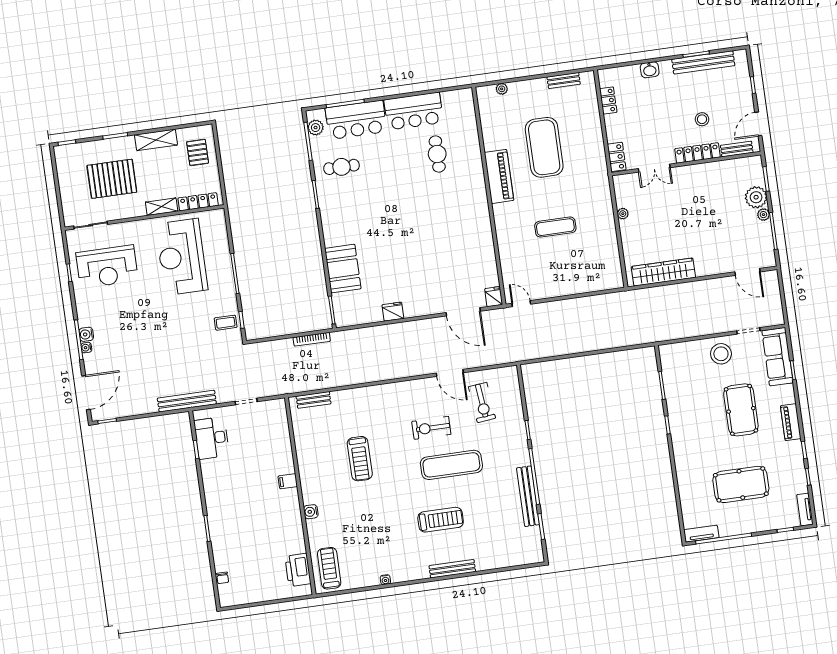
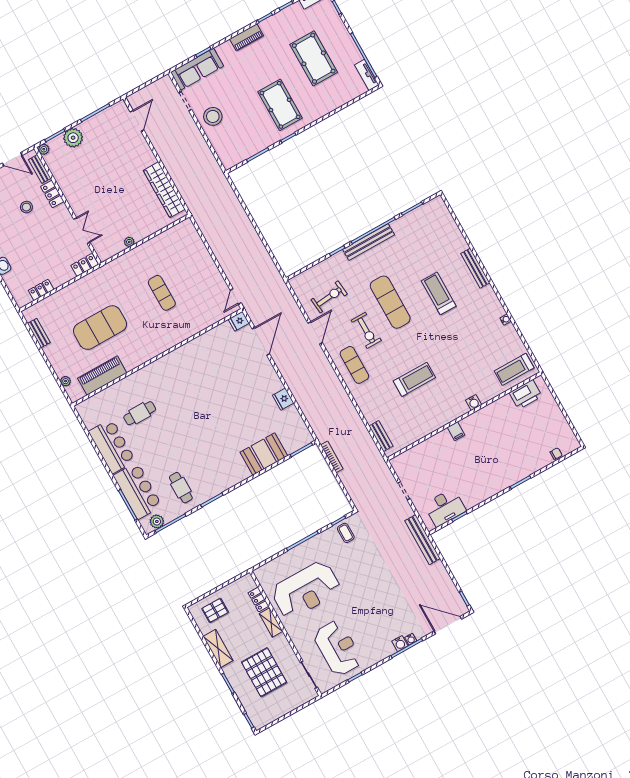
locker: (697, 153) -> (52, 194), width x0.66
piano: (499, 176) -> (102, 376), moved
locker: (198, 202) -> (258, 599), width x0.66
plant: (763, 215) -> (44, 149), moved
exercise mat: (400, 401) -> (354, 365), added
pool table: (741, 410) -> (280, 105), moved, turned 90
bench: (528, 496) -> (368, 242), moved

